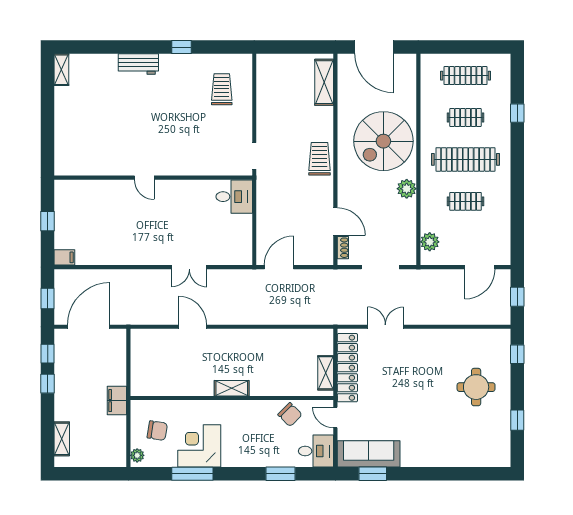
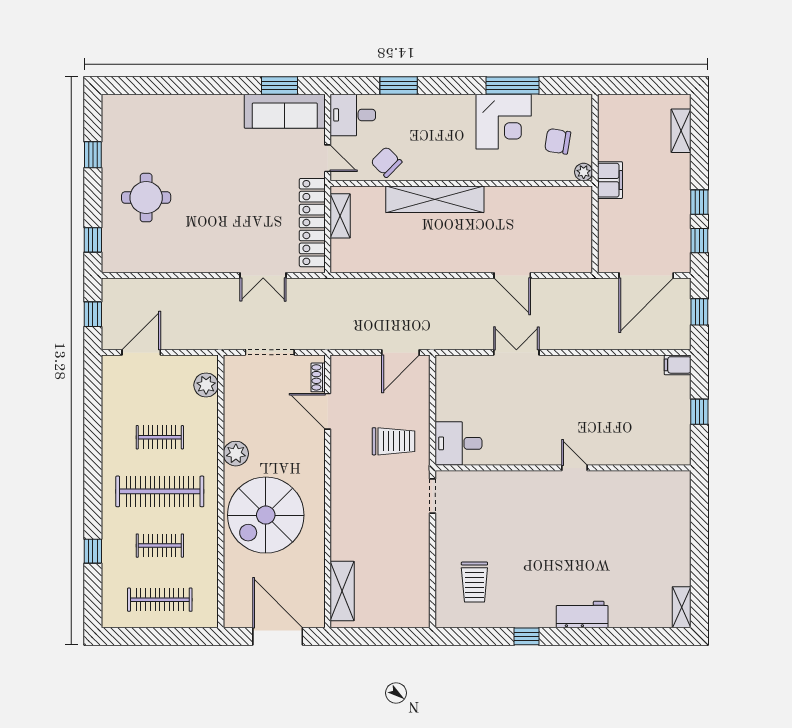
spiral stairs: (383, 141) -> (266, 515), turned 180
trolley: (320, 159) -> (393, 441), moved, turned -90
shelving: (232, 388) -> (435, 199), width x2.20, depth x1.33
plant: (137, 455) -> (584, 172), moved

